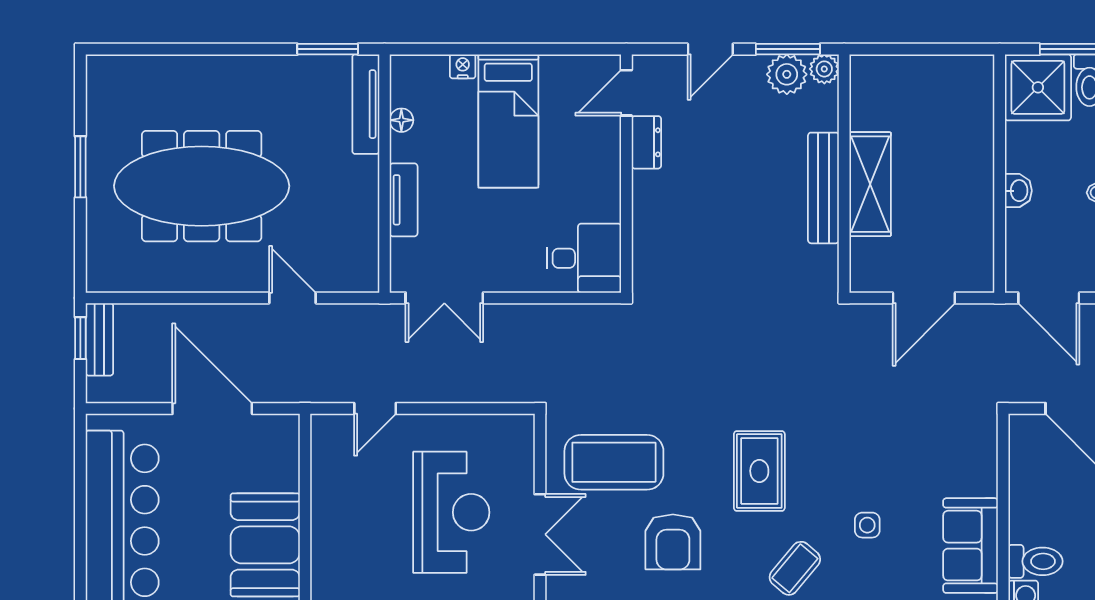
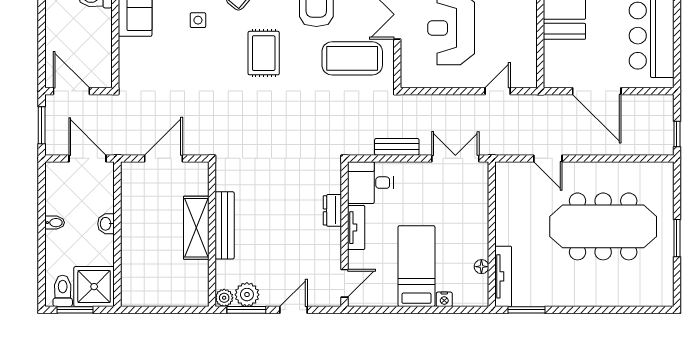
dresser: (646, 142) -> (332, 210), moved
tv unit: (404, 200) -> (356, 228), moved, turned 180
bench: (99, 339) -> (397, 147), moved, turned 90

